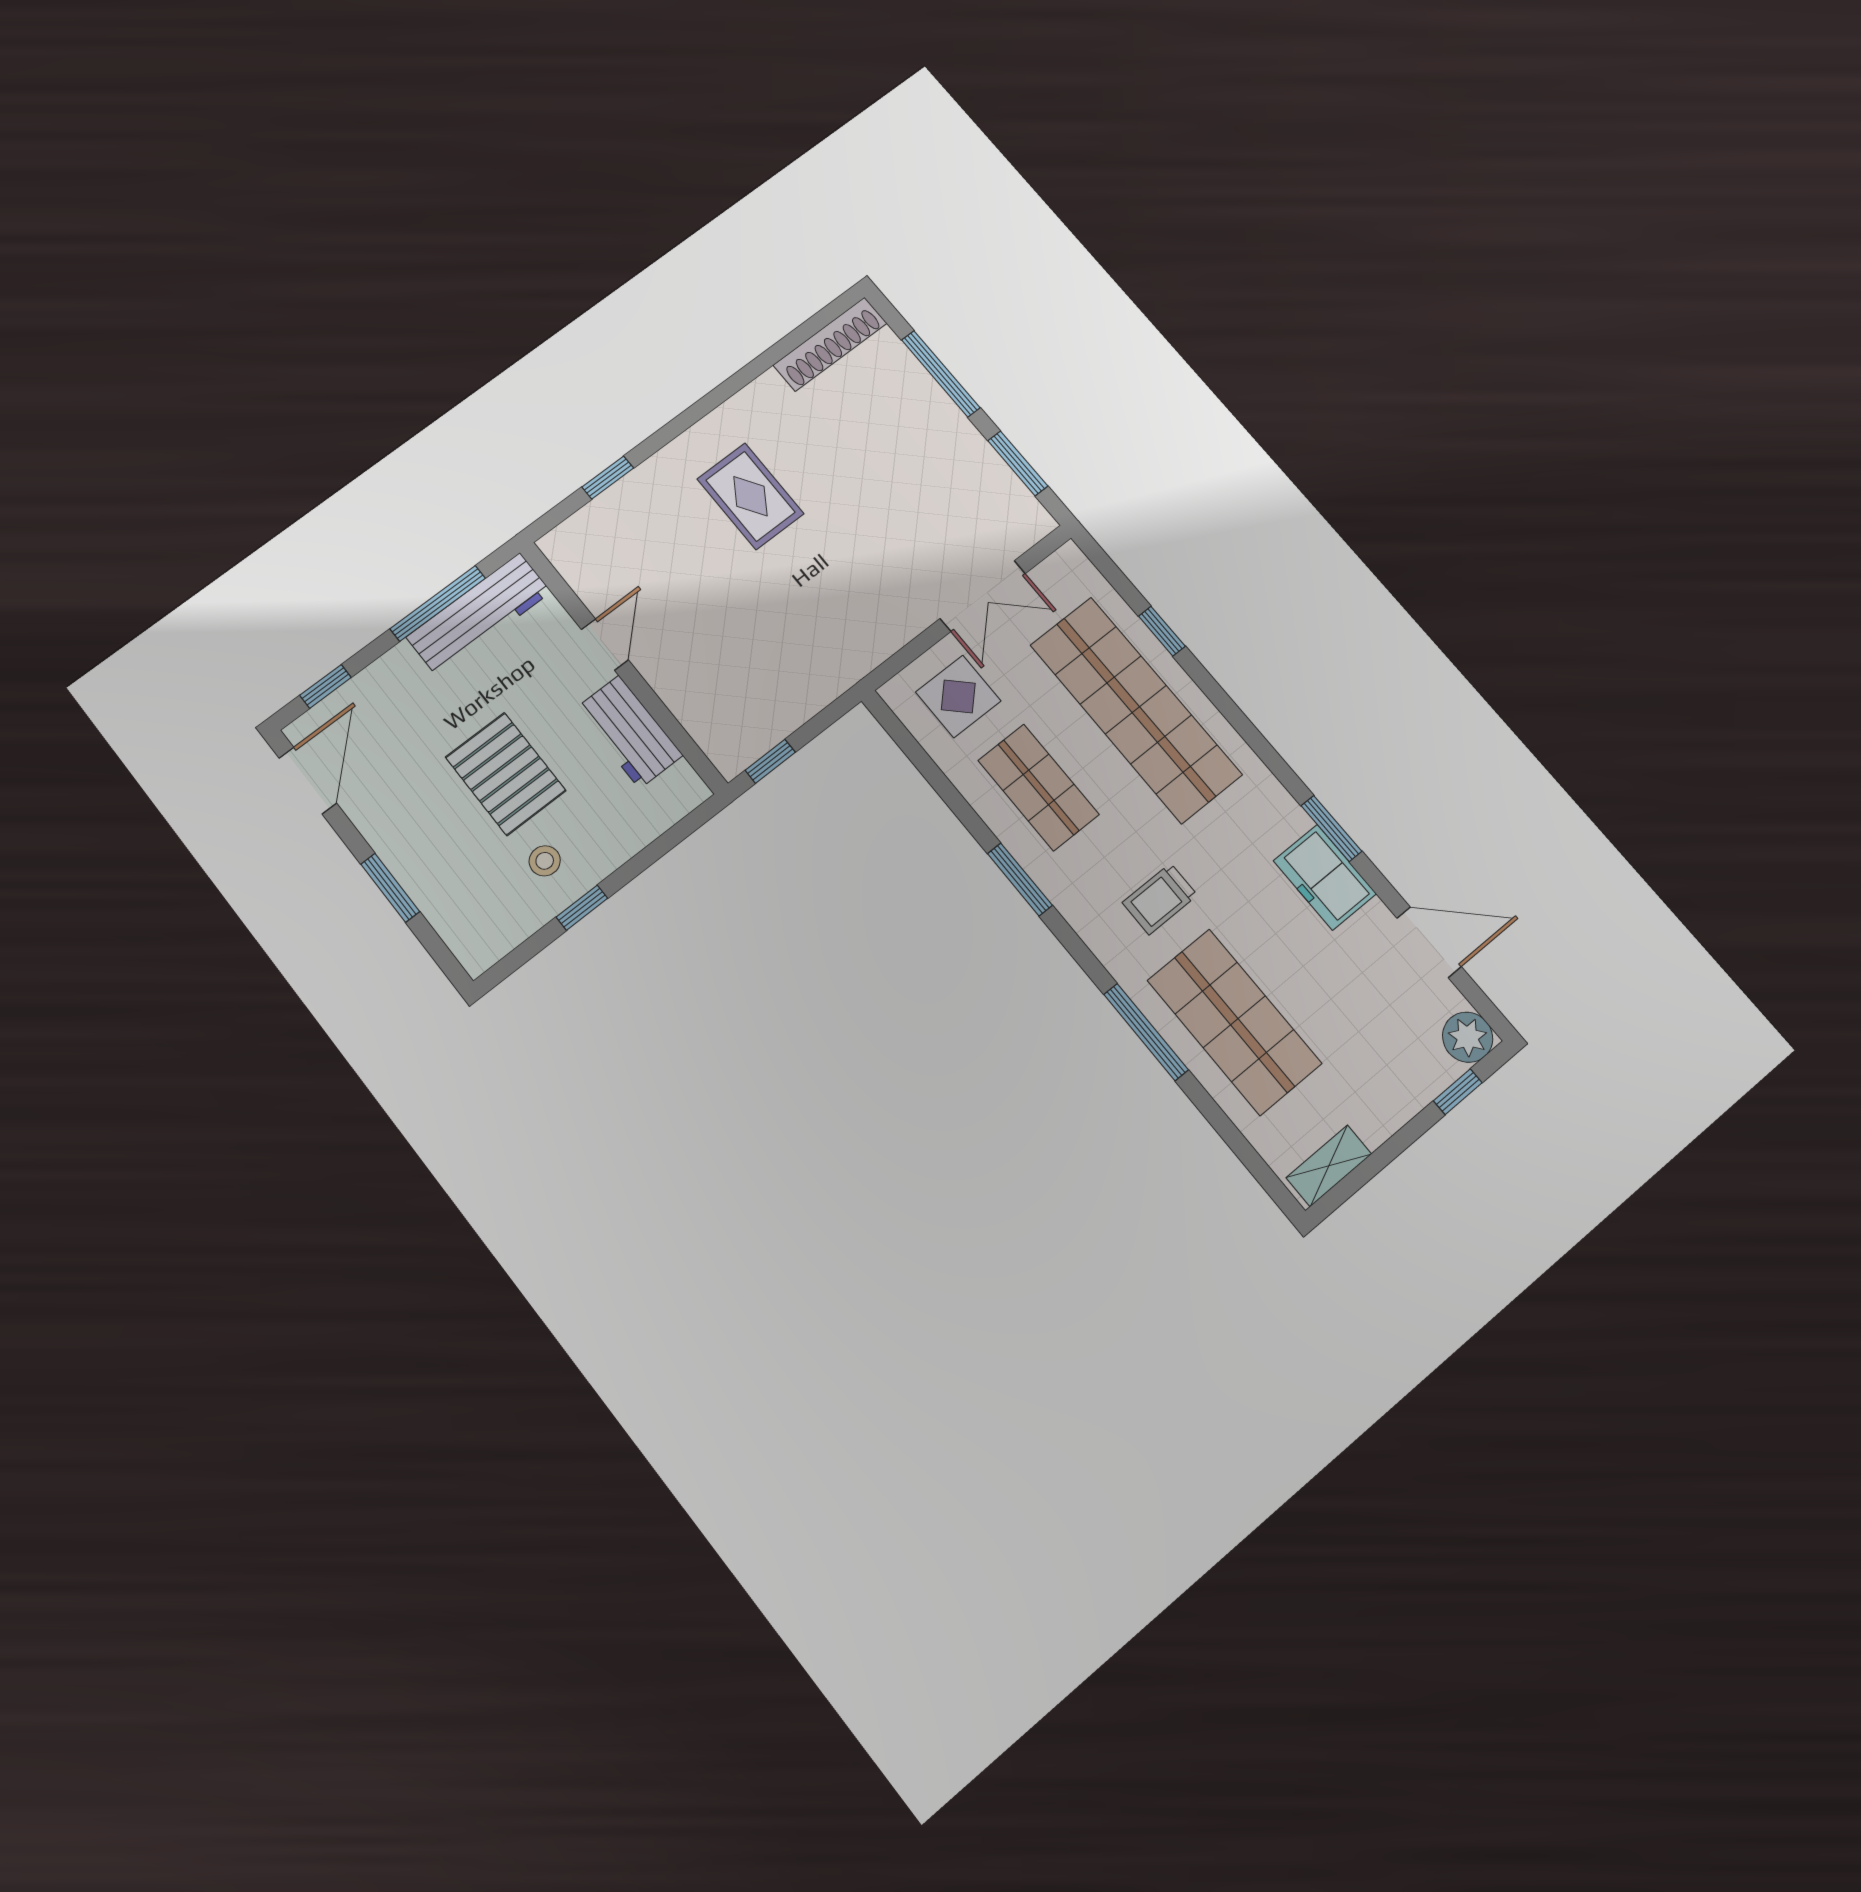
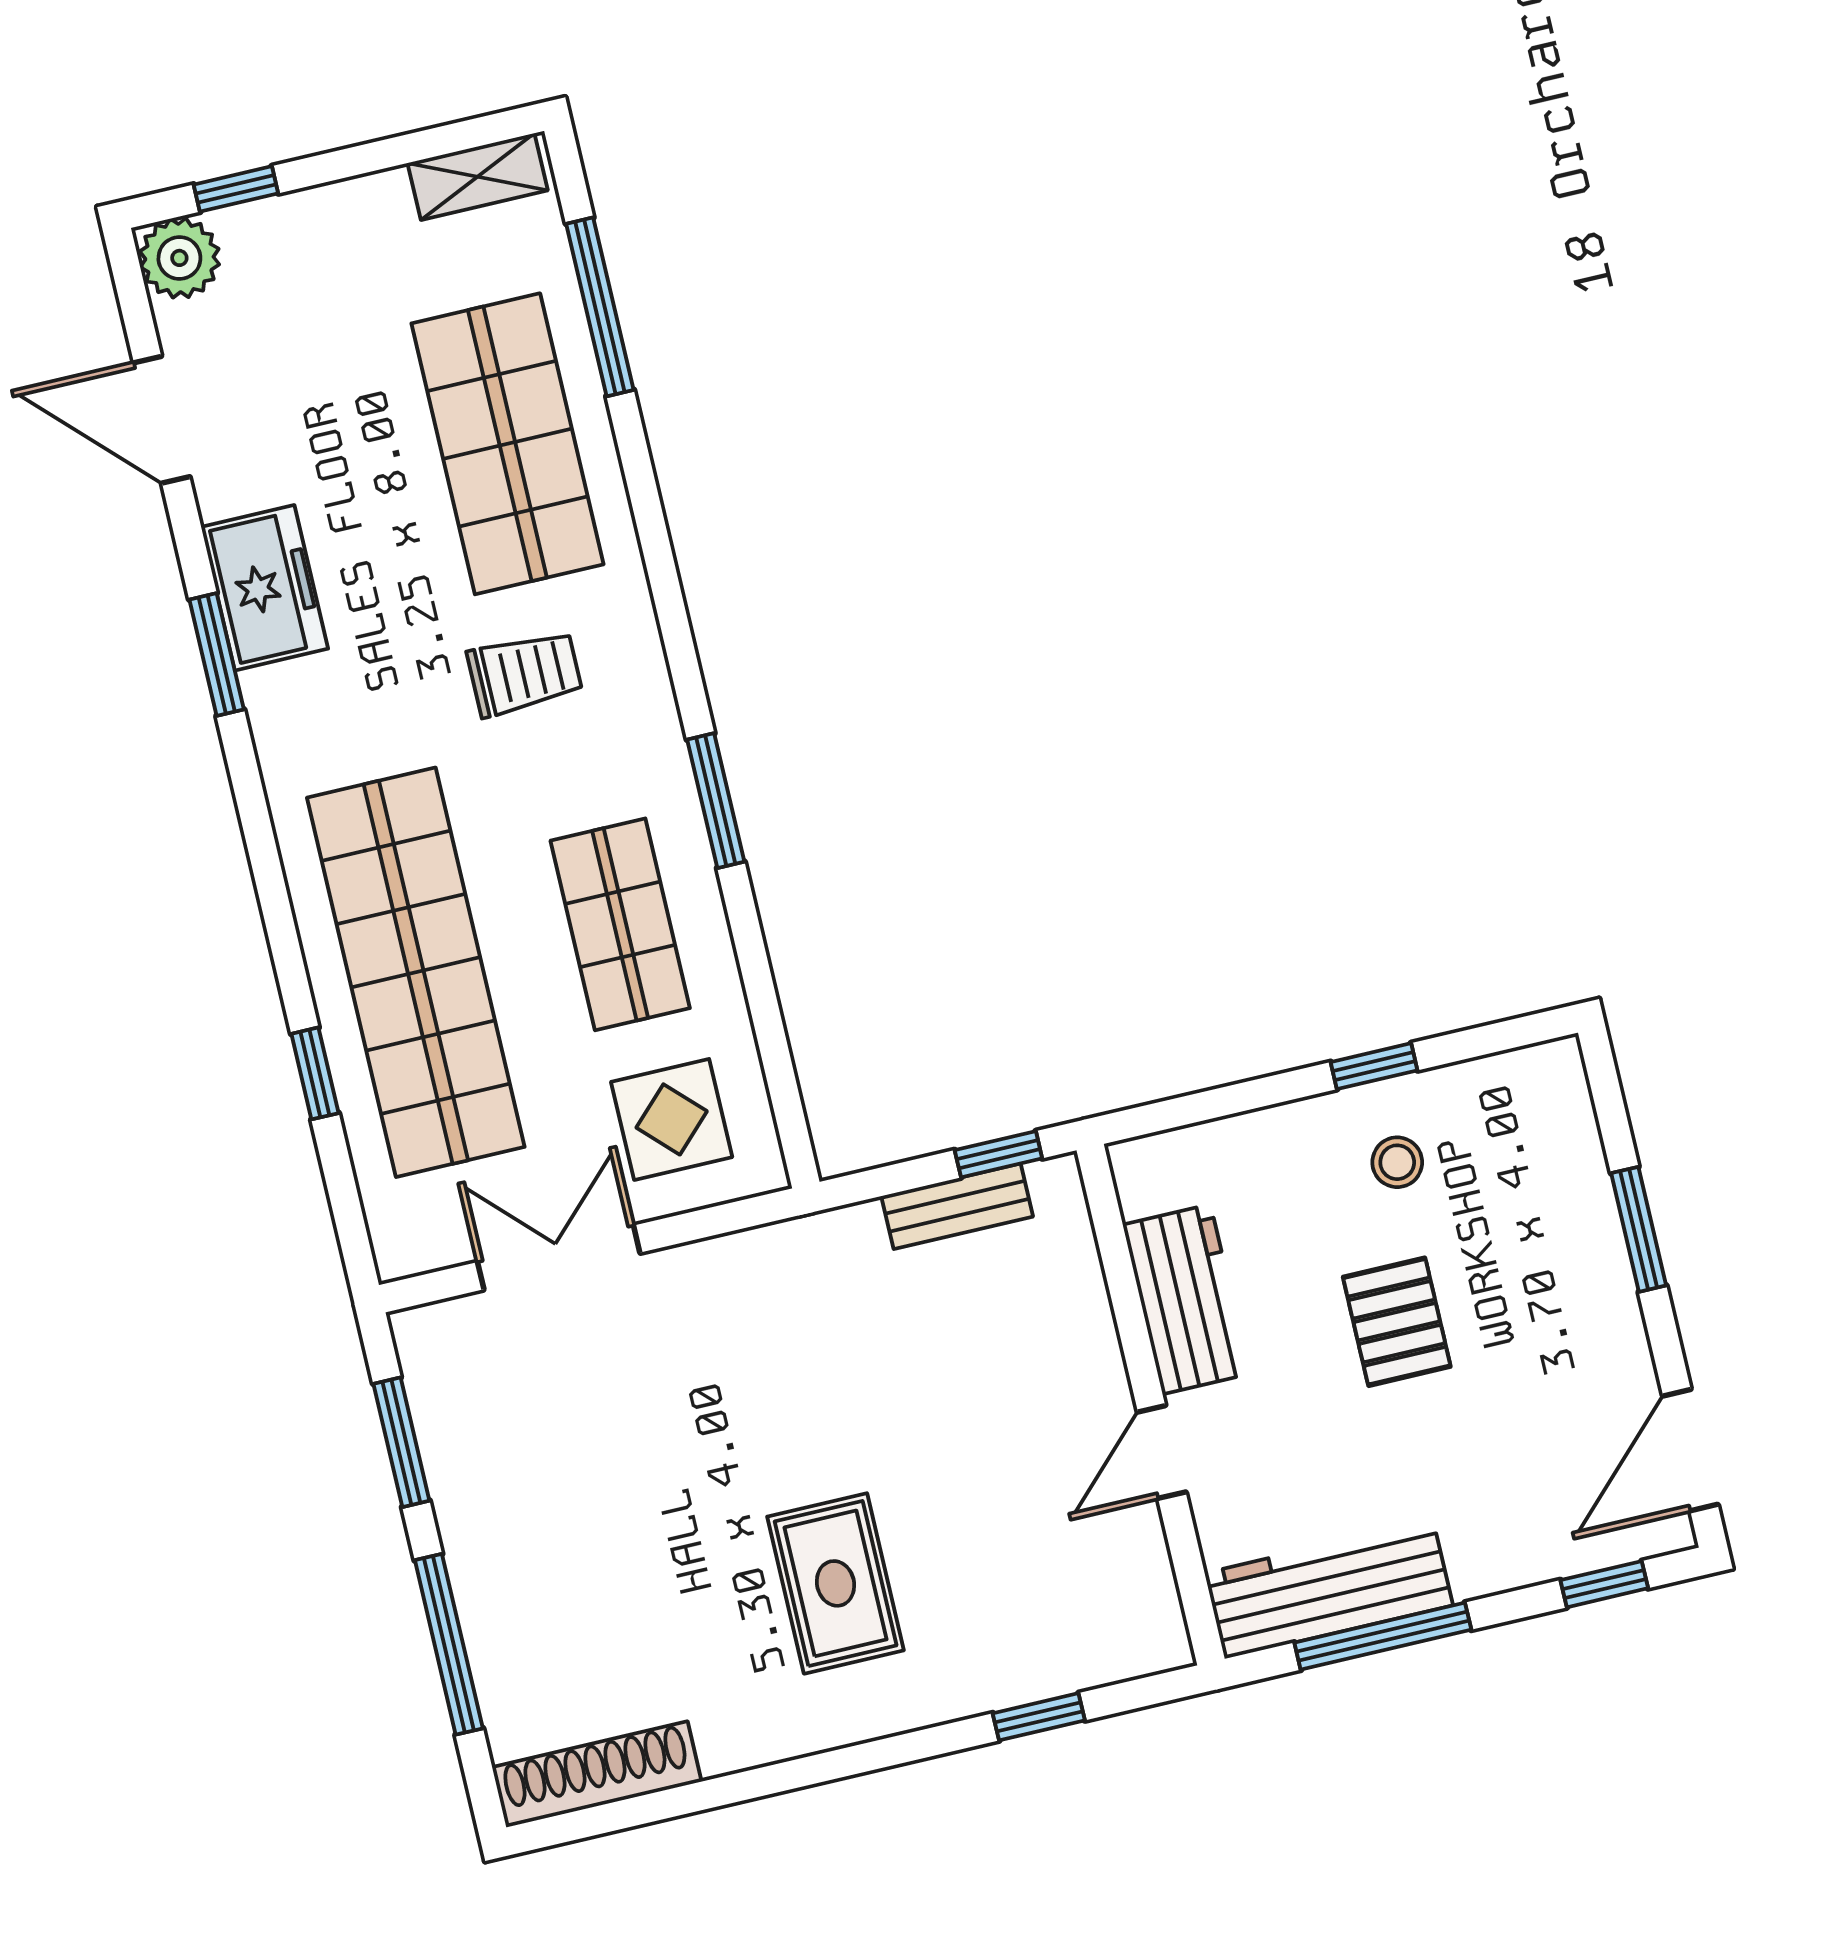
bench: (780, 723) -> (957, 1206), added
pallet: (506, 774) -> (1397, 1322), width x0.67, depth x0.71
window: (1146, 1032) -> (600, 307), moved

